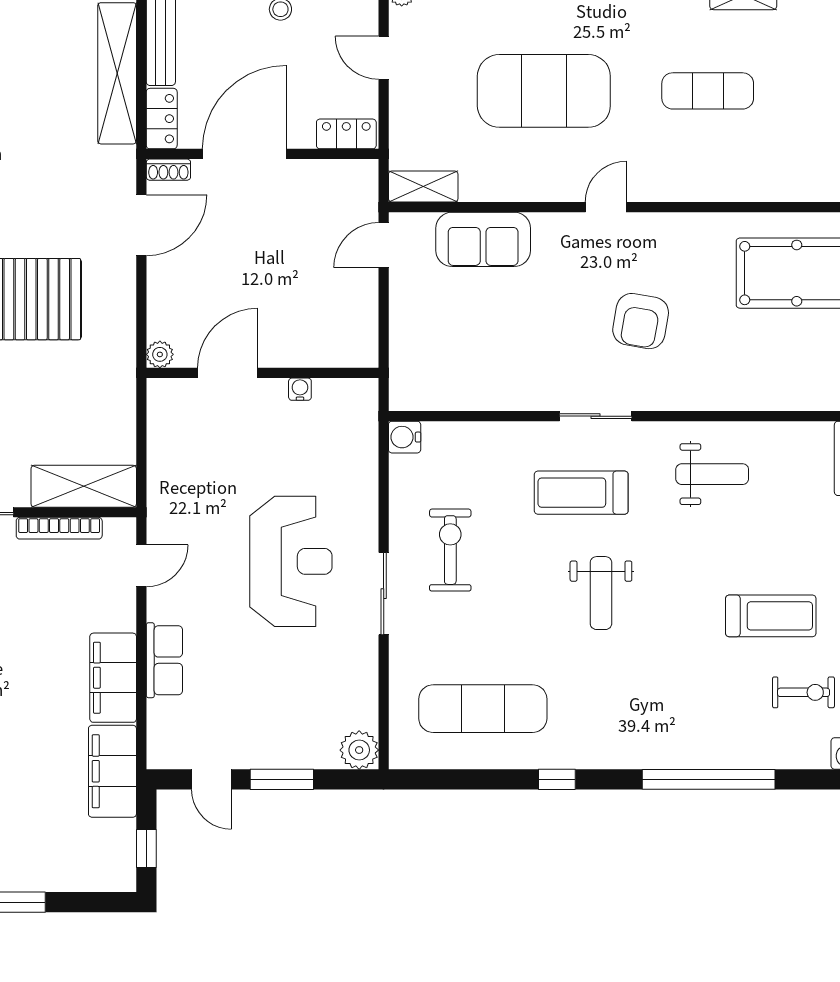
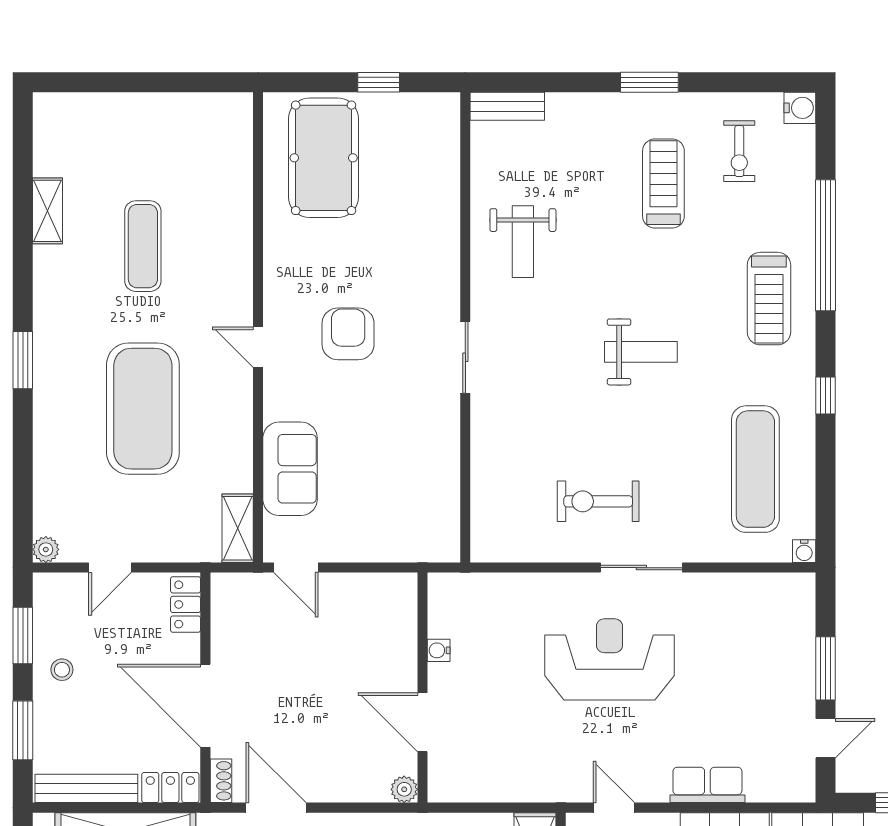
armchair: (641, 321) -> (348, 334), moved, turned -100
water cooler: (405, 437) -> (804, 551), moved, width x0.72, depth x0.72
weight bench: (712, 474) -> (523, 242), turned 180
treadmill: (581, 493) -> (769, 299), moved
exercise bike: (804, 692) -> (739, 151), turned 180
plant: (359, 750) -> (796, 592), removed

